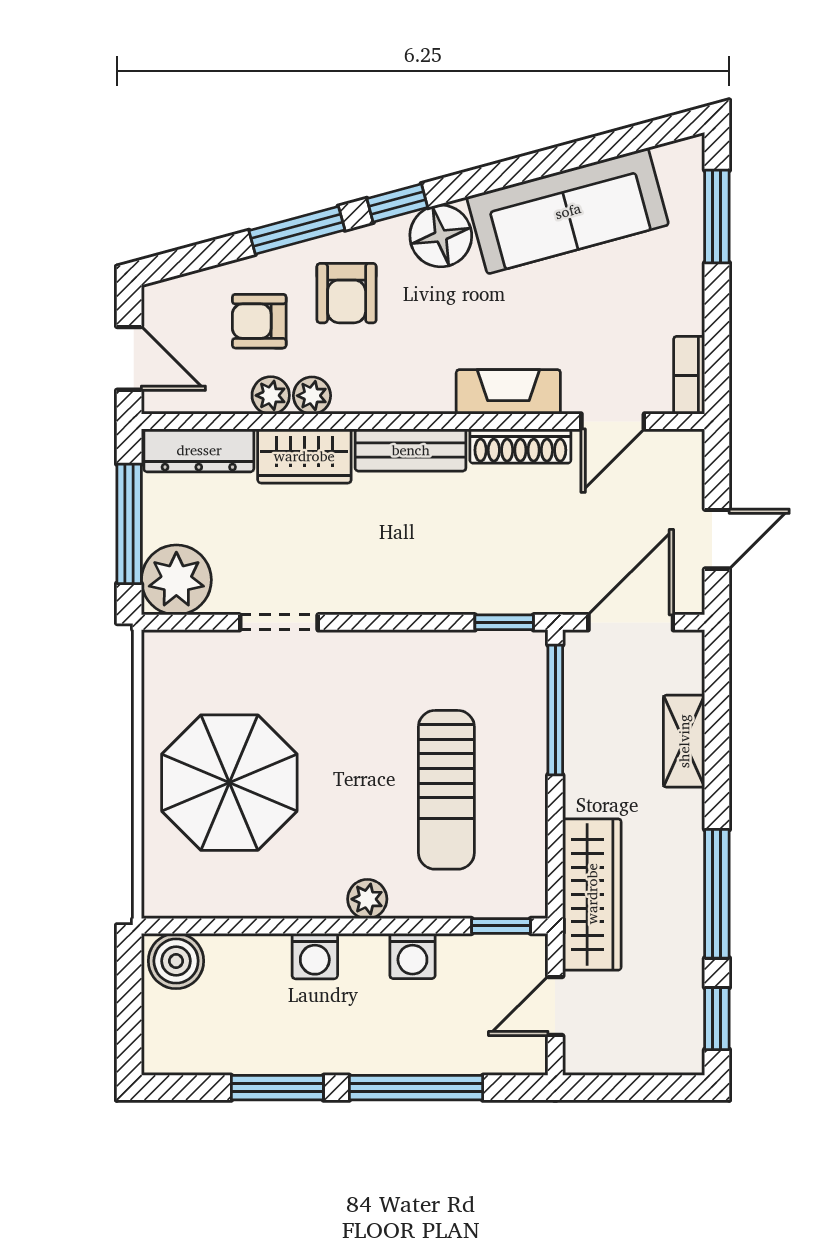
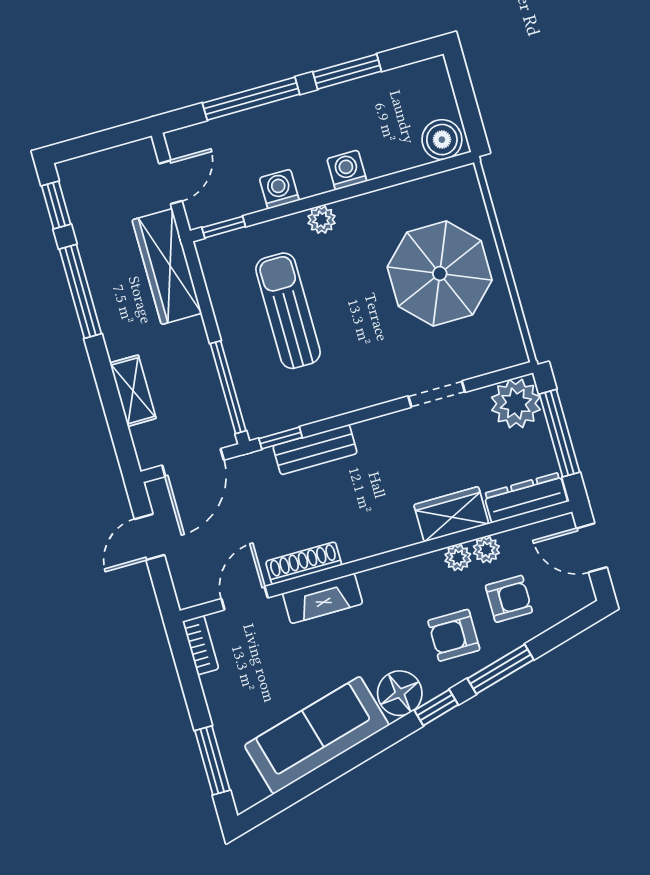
armchair: (347, 293) -> (454, 635), turned -90
bench: (411, 450) -> (315, 450), moved

